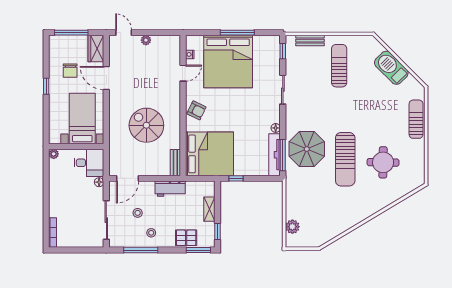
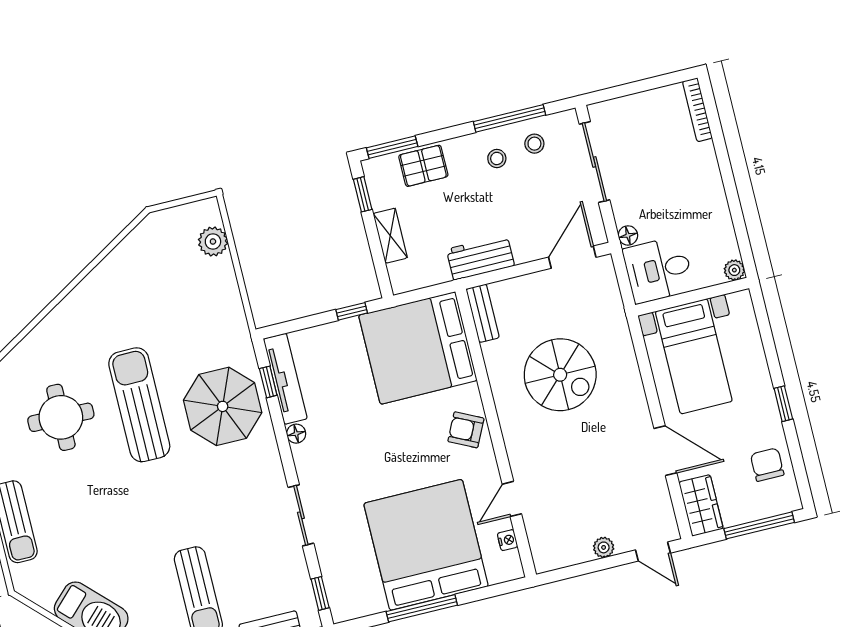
chair: (70, 71) -> (767, 465), moved
window: (283, 155) -> (268, 382), width x0.46
stool: (138, 213) -> (534, 144), moved

